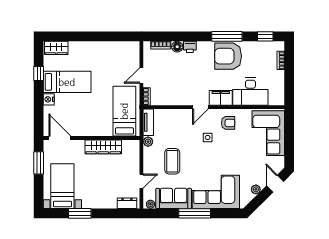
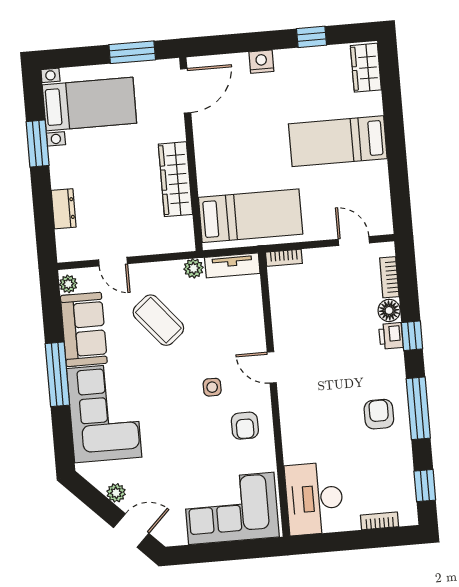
window: (191, 36) -> (412, 336), added
armchair: (228, 56) -> (379, 414), width x0.53, depth x0.53
door: (141, 76) -> (354, 241), moved
bed: (67, 82) -> (338, 141), moved, turned 90
desk: (250, 92) -> (314, 499), moved
filing cabinet: (221, 98) -> (294, 407), removed
coffee table: (172, 161) -> (158, 320), turned 50
dresser: (127, 203) -> (64, 209), moved

